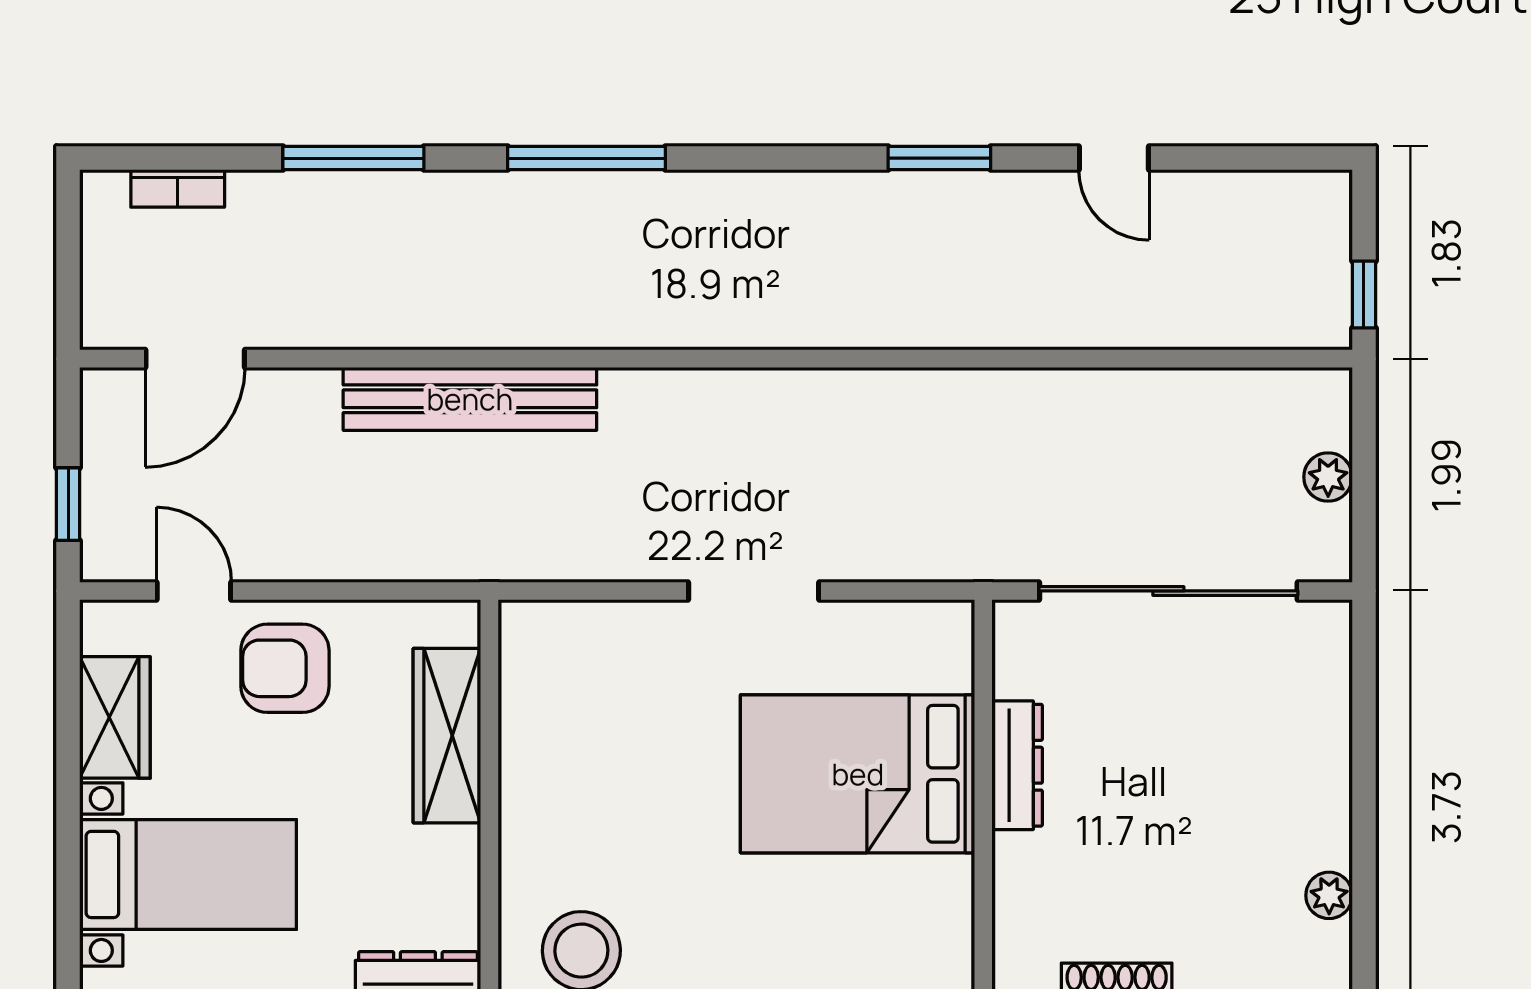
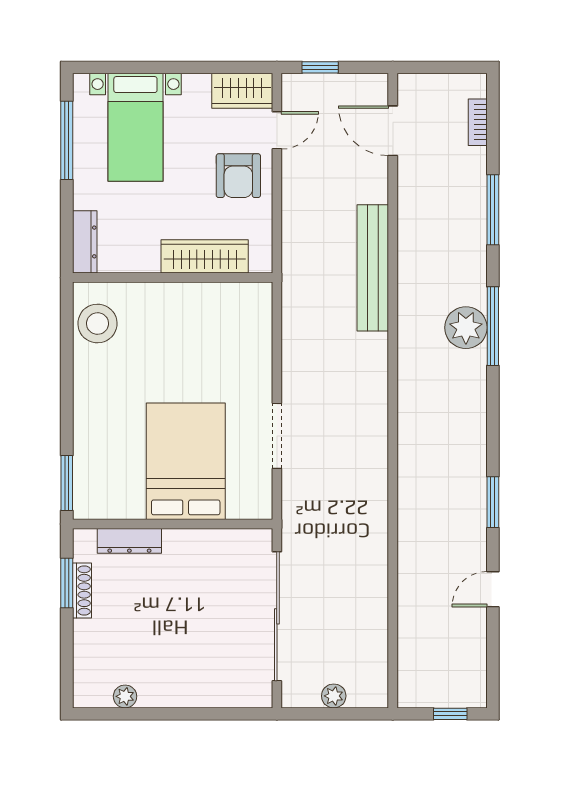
plant: (590, 212) -> (466, 328), added
window: (1364, 295) -> (450, 714), moved
doorway: (754, 591) -> (277, 436), moved
armchair: (285, 668) -> (238, 176), turned 180
wardrobe: (115, 717) -> (242, 91), moved
dresser: (1017, 765) -> (129, 541), moved

